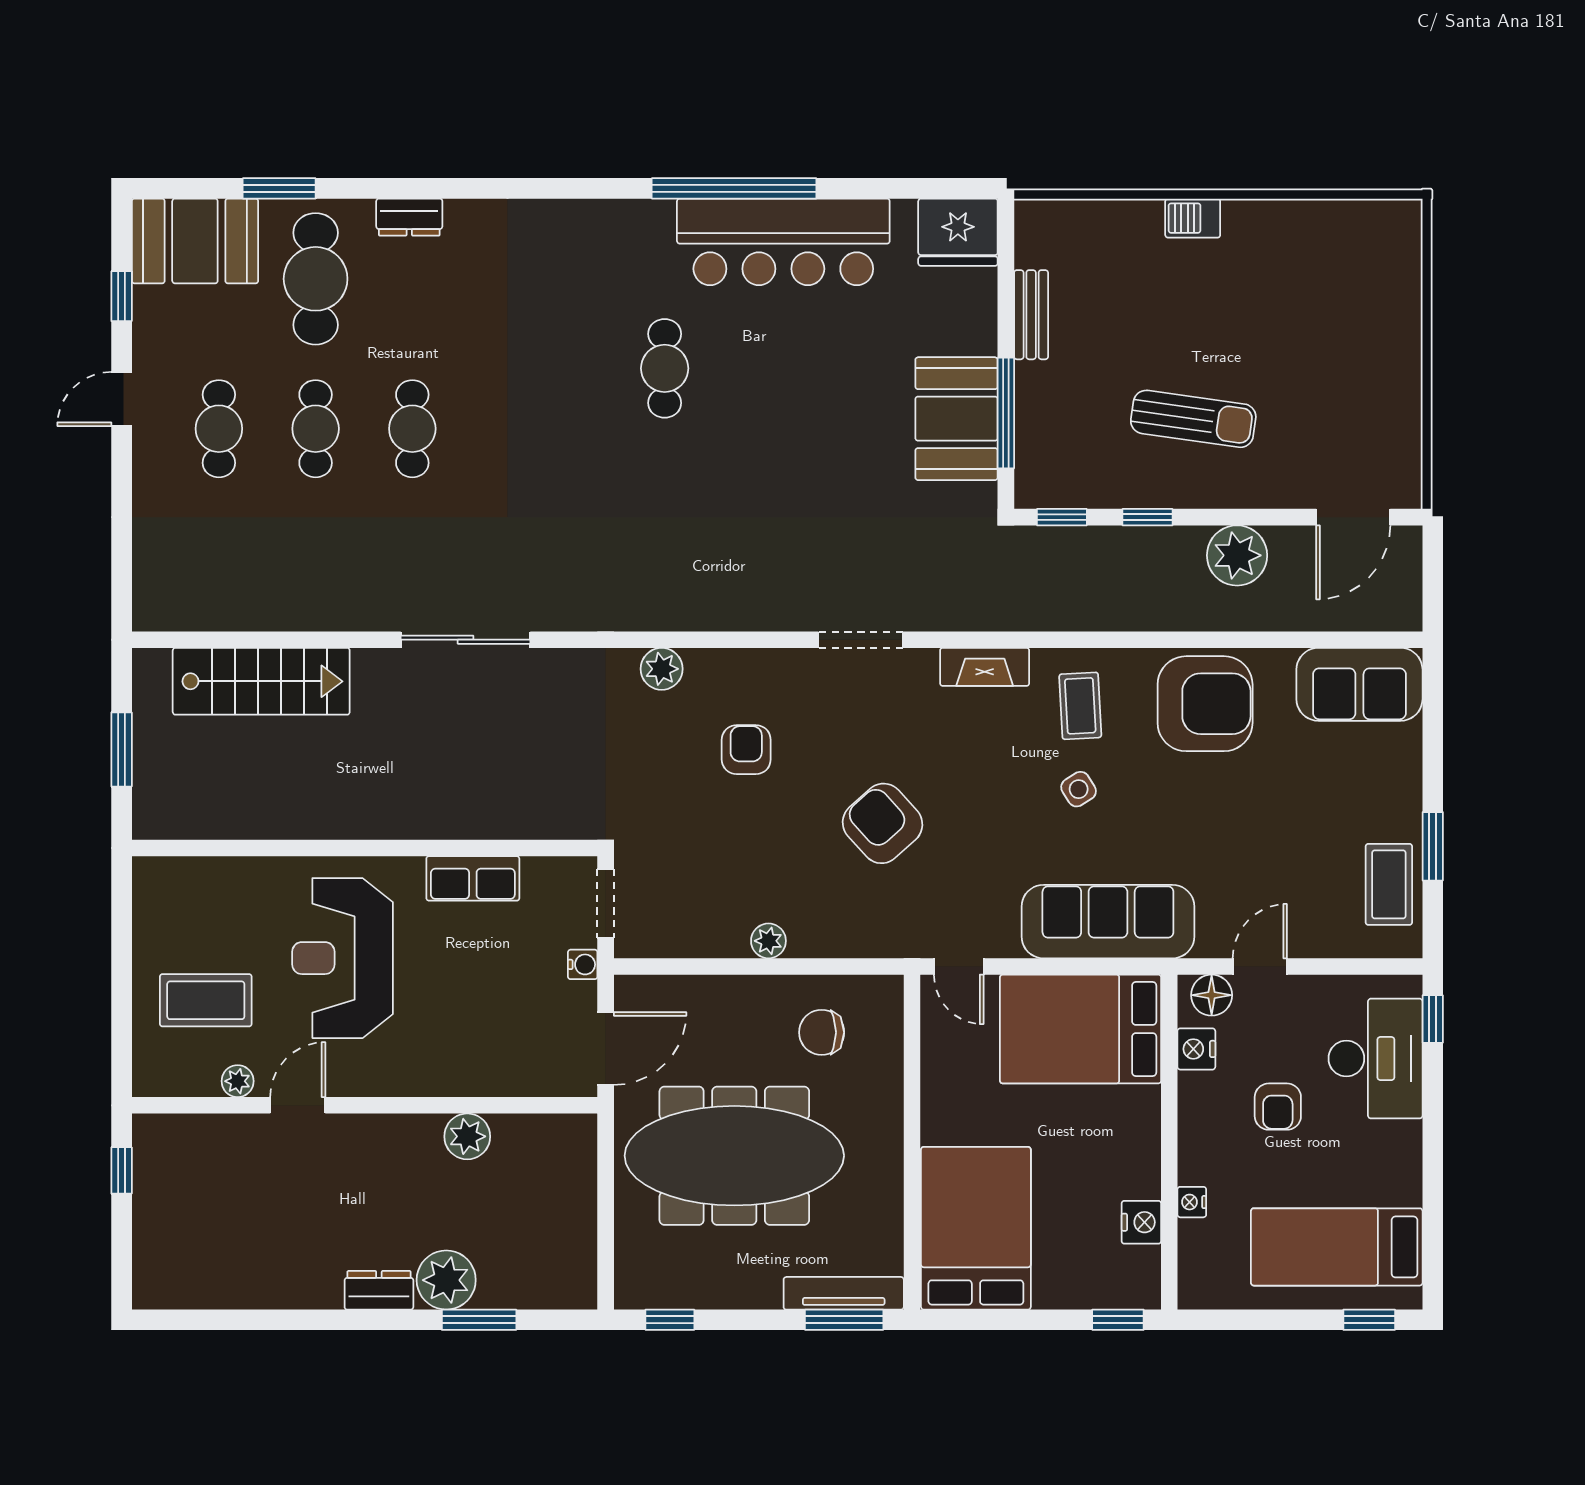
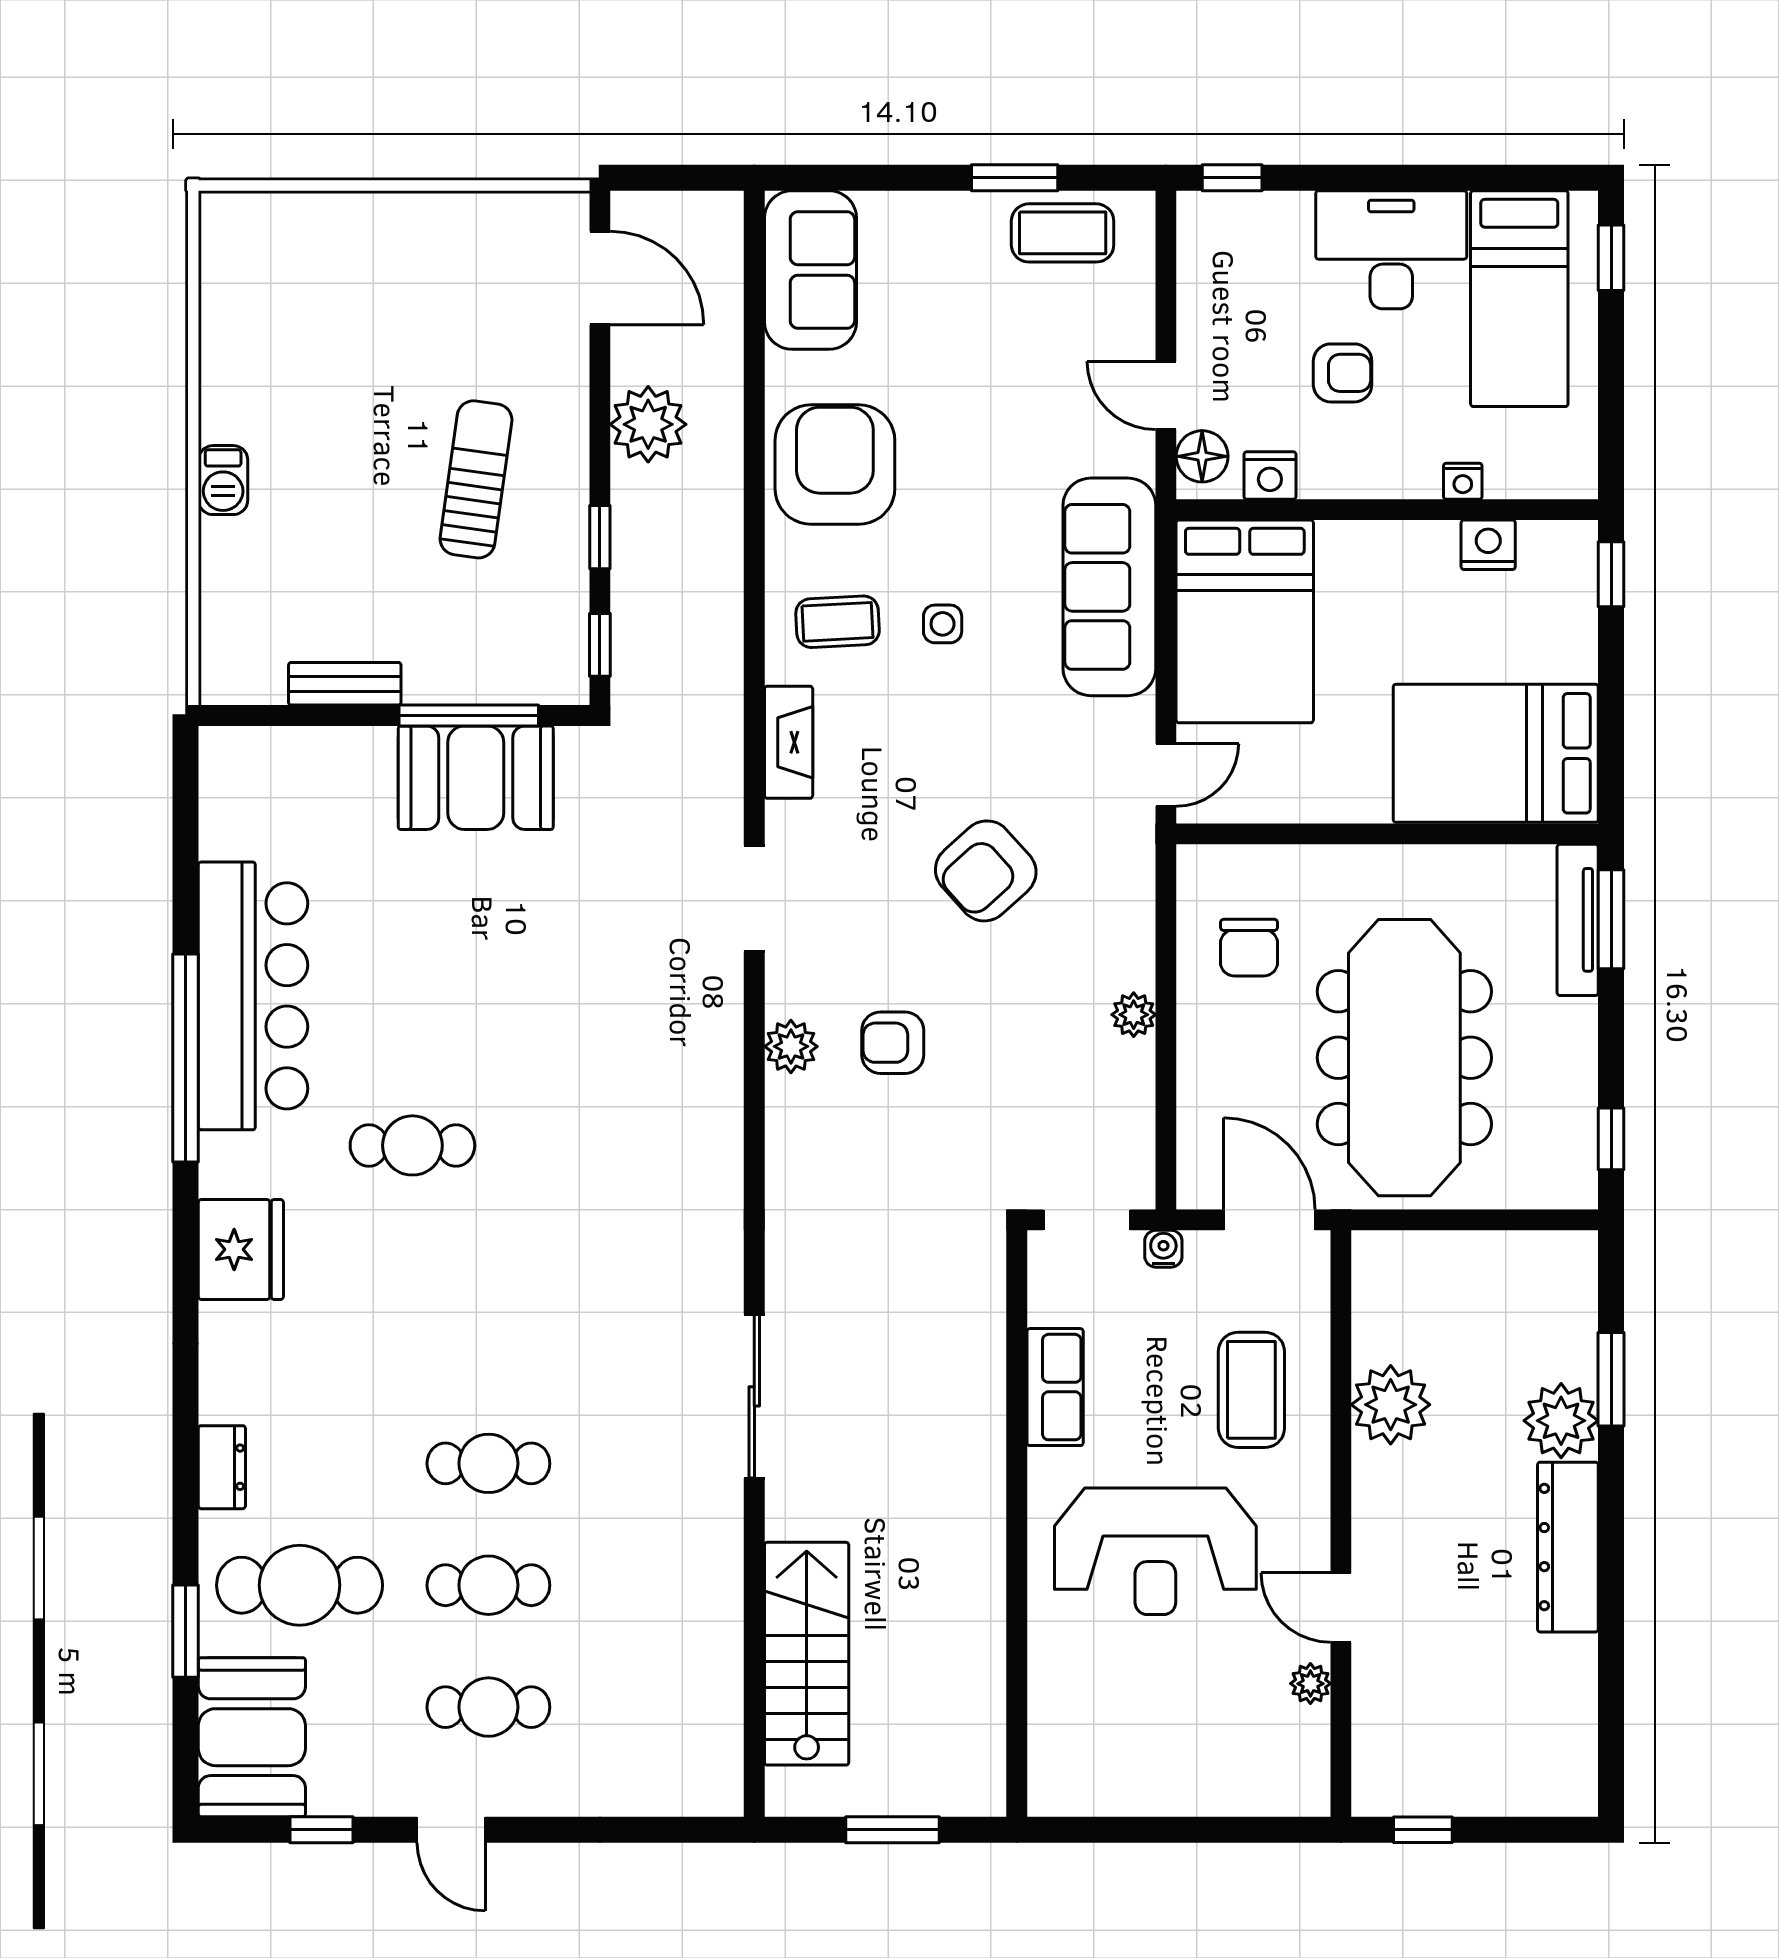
fridge: (958, 232) -> (241, 1249), moved
plant: (662, 669) -> (791, 1046), moved
side table: (1079, 789) -> (943, 624), turned 32
coffee table: (206, 1000) -> (1251, 1390), moved
desk: (1376, 1059) -> (1391, 250), moved
plant: (467, 1136) -> (1391, 1405), width x1.36, depth x1.36
dresser: (379, 1290) -> (1568, 1547), width x1.96, depth x1.24

